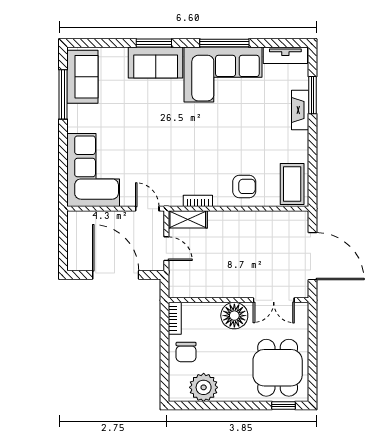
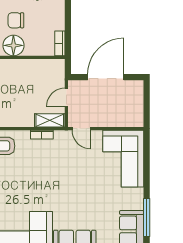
door: (166, 249) -> (66, 97), hinge flipped
door: (116, 275) -> (106, 77), swing flipped
chair: (186, 352) -> (16, 20), moved, turned -90

